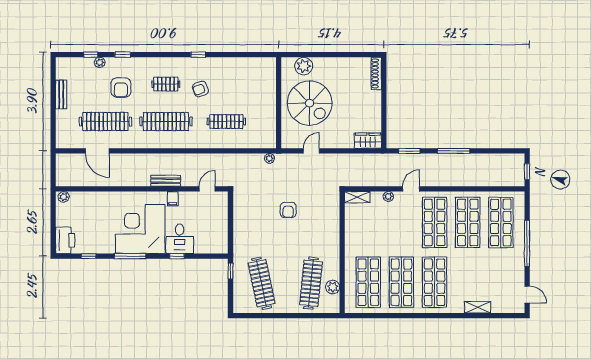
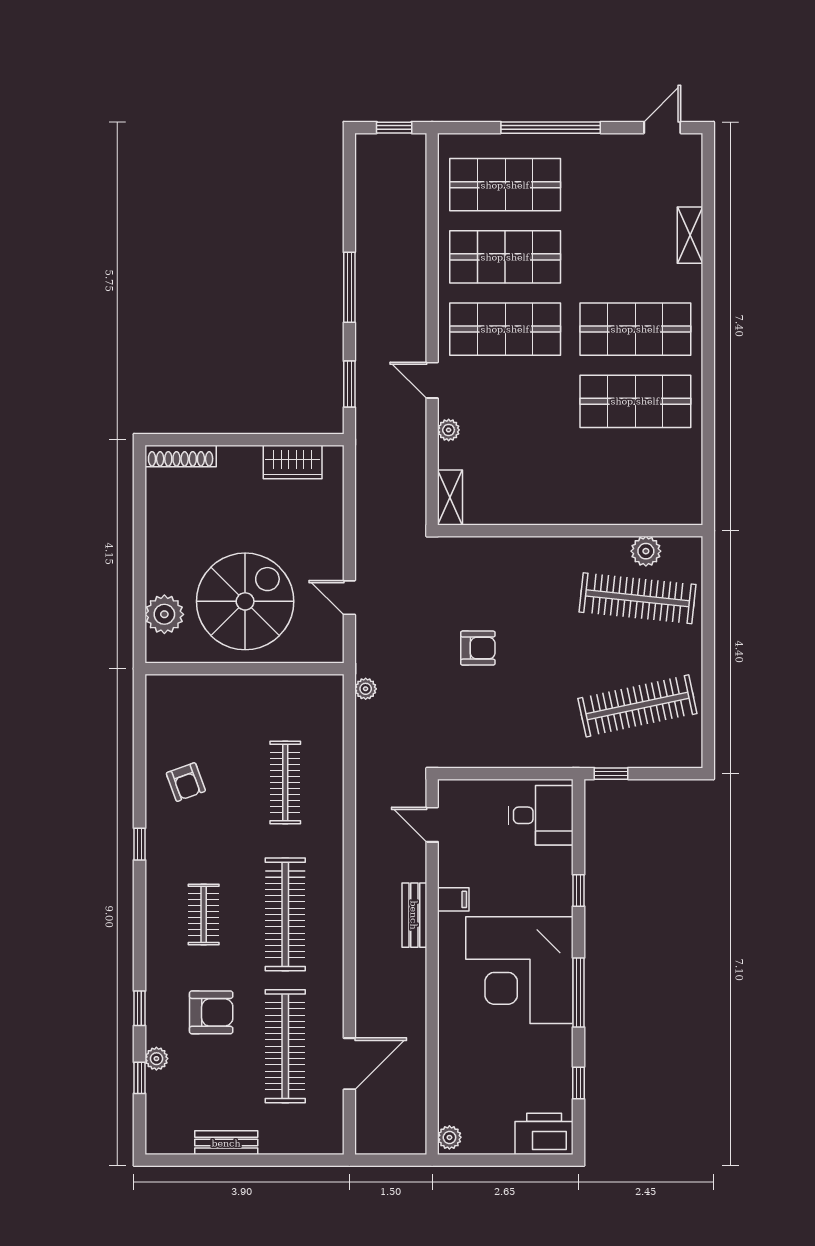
armchair: (201, 89) -> (186, 782), moved
wardrobe: (368, 141) -> (293, 462), moved, turned -90
desk: (180, 239) -> (541, 815), moved
shop shelf: (368, 282) -> (635, 474), removed

